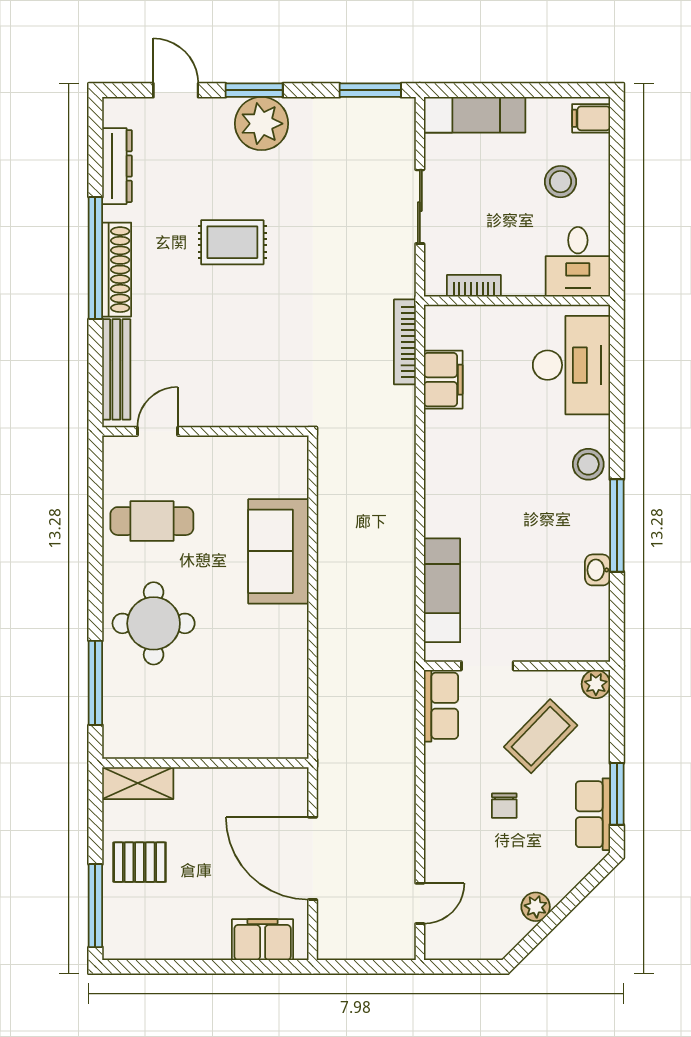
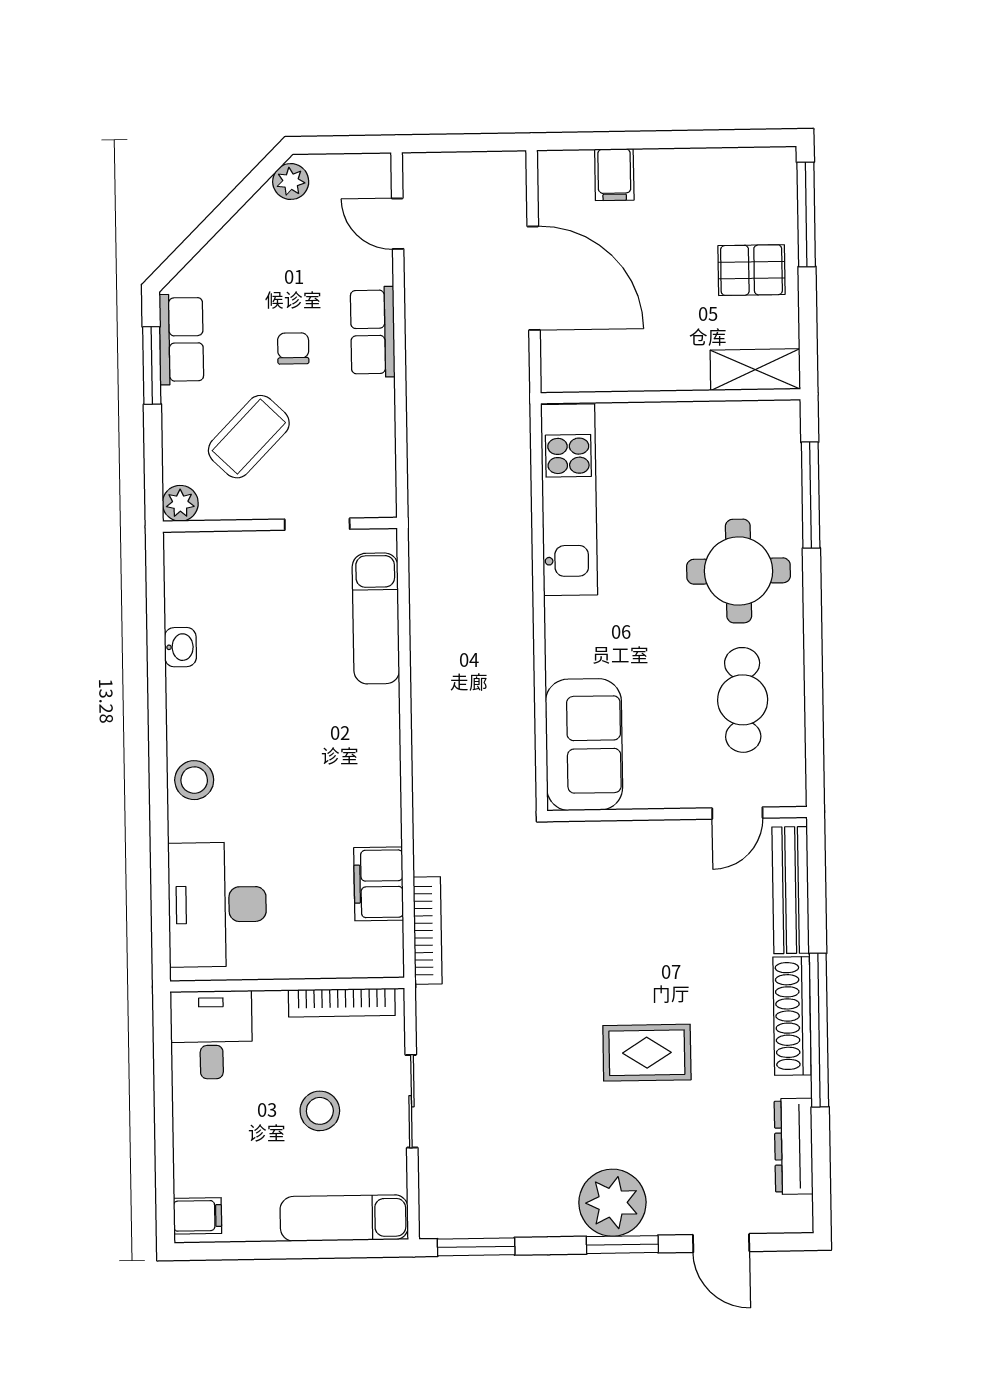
stool: (560, 182) -> (320, 1111), moved
bookcase: (474, 286) -> (342, 1003), width x1.56
cafe table: (152, 521) -> (743, 700), turned 90
window: (617, 525) -> (157, 704), removed
sofa: (278, 551) -> (584, 745), moved
kitchen unit: (287, 682) -> (569, 500), added
row of seats: (441, 706) -> (373, 332), moved
door: (420, 903) -> (398, 224), hinge flipped
plant: (536, 907) -> (291, 182), moved
filing cabinet: (263, 940) -> (614, 175), width x0.50

